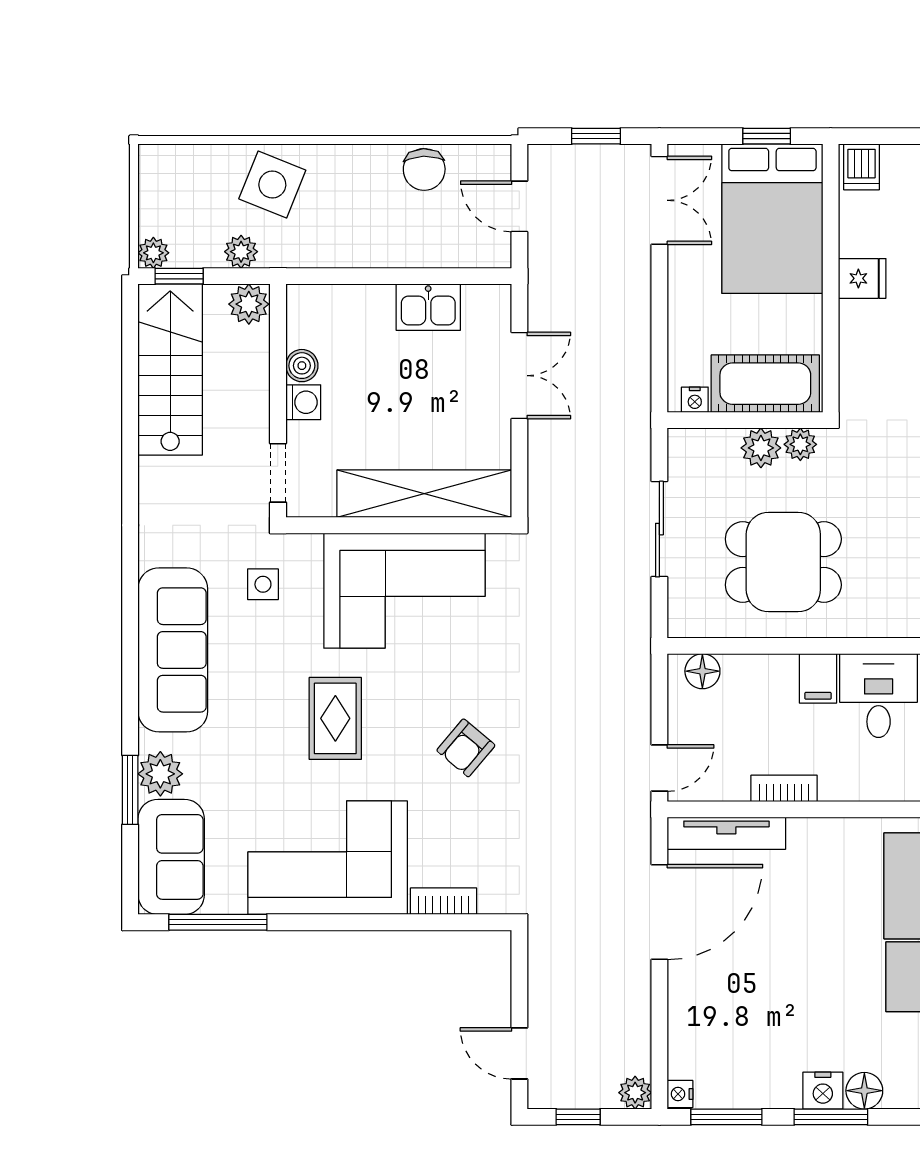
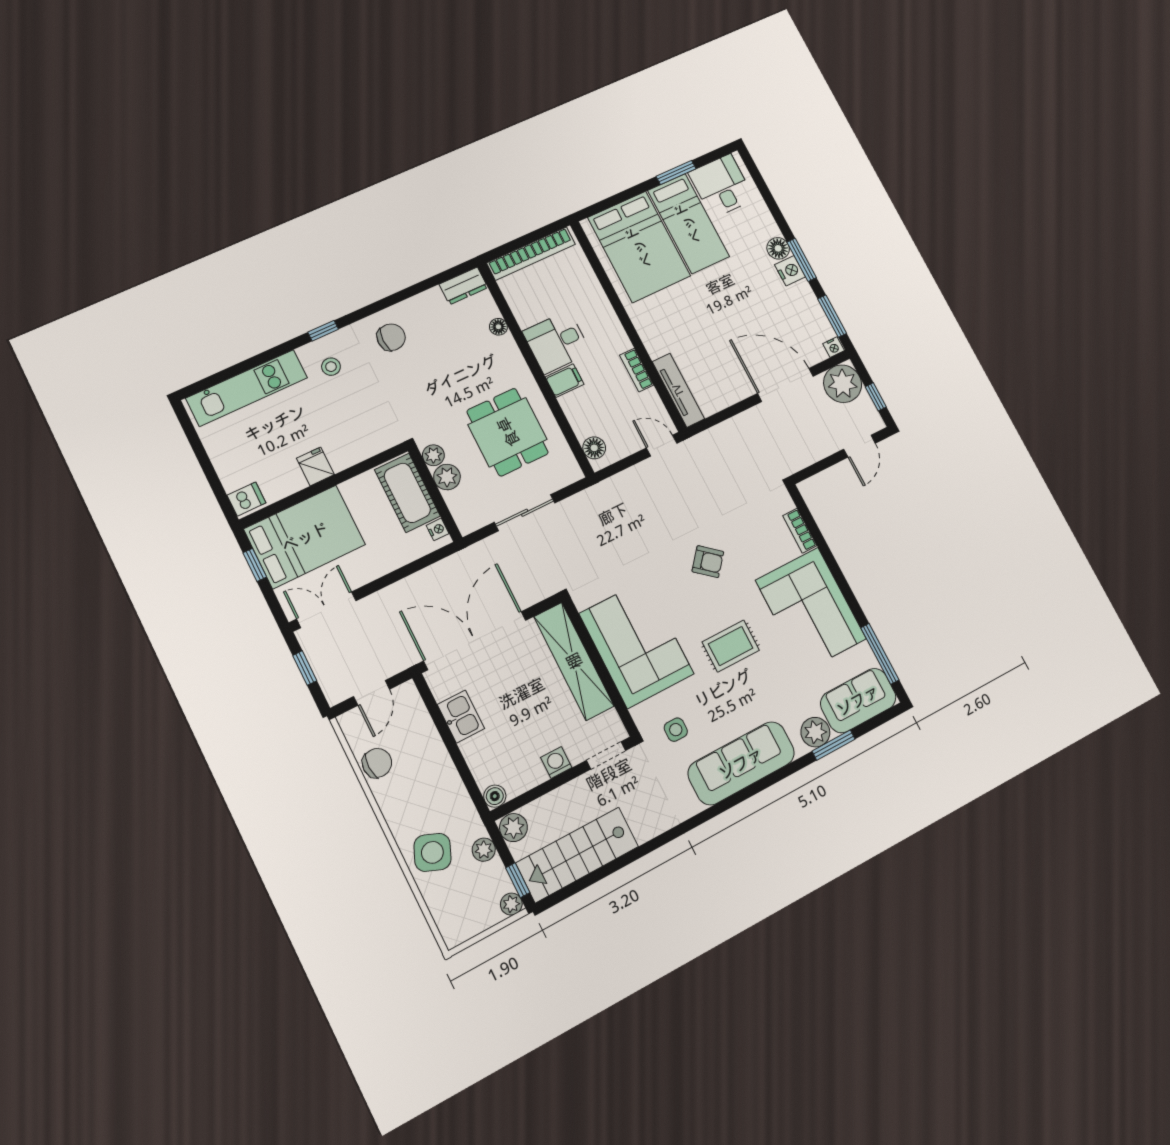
boiler: (302, 366) -> (495, 796), moved
double door: (519, 376) -> (475, 641), width x1.87
door: (659, 912) -> (786, 385), moved
plant: (635, 1093) -> (843, 384), width x1.88, depth x1.88

